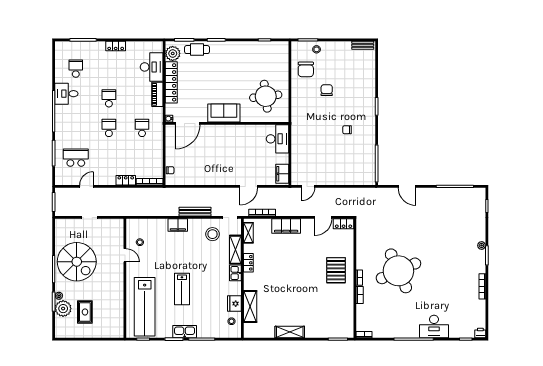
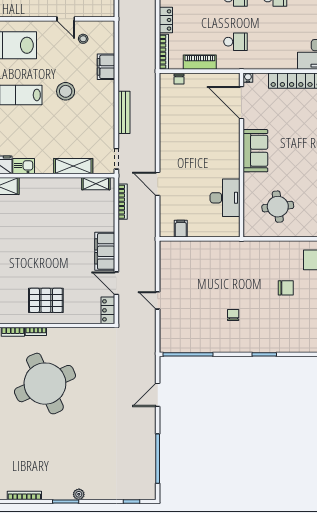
piano: (157, 94) -> (200, 62), moved
round table: (266, 96) -> (278, 207), width x0.73, depth x0.73
desk: (278, 139) -> (225, 198), moved, turned -90
filing cabinet: (282, 174) -> (181, 229), width x0.50
door: (308, 186) -> (158, 300), moved
filing cabinet: (178, 225) -> (106, 67), moved
filing cabinet: (286, 226) -> (105, 251), moved
stool: (212, 234) -> (66, 91), moved
door: (125, 255) -> (66, 19), hinge flipped
locker: (248, 263) -> (56, 184), removed
kitchen sink: (235, 273) -> (24, 166), moved

